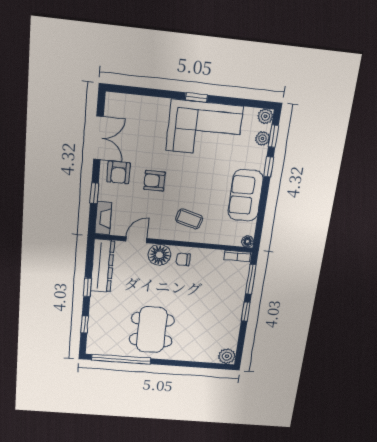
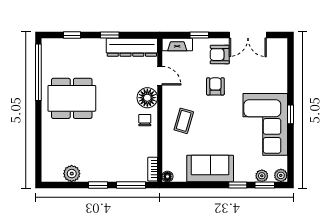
plant: (227, 356) -> (72, 174), moved

